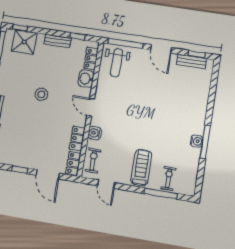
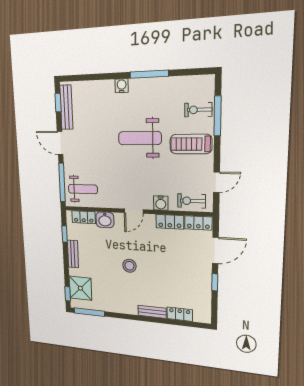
door: (161, 49) -> (60, 143), swing flipped
bench: (191, 61) -> (66, 107), width x1.36
weight bench: (153, 124) -> (140, 138), added
water cooler: (197, 141) -> (122, 86), moved

